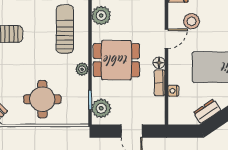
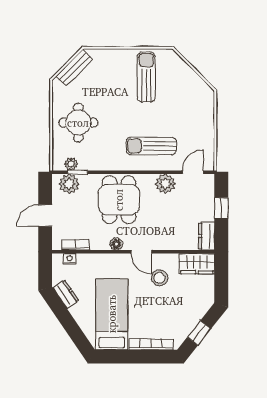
sun lounger: (65, 29) -> (151, 146), turned 180
plant: (82, 69) -> (71, 164), moved
bookcase: (160, 83) -> (75, 245), moved
nightstand: (173, 91) -> (70, 259), moved

